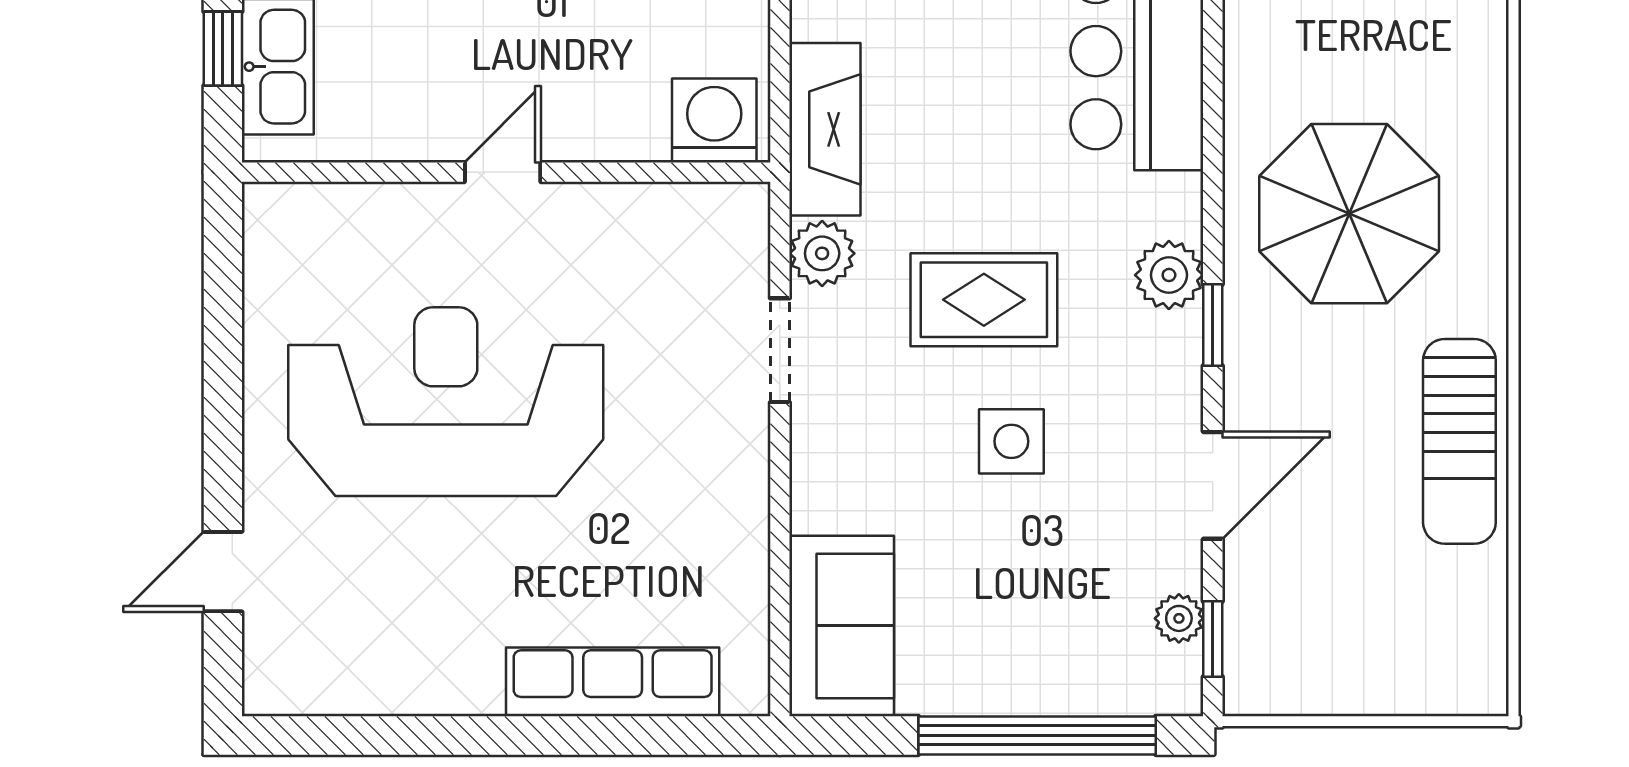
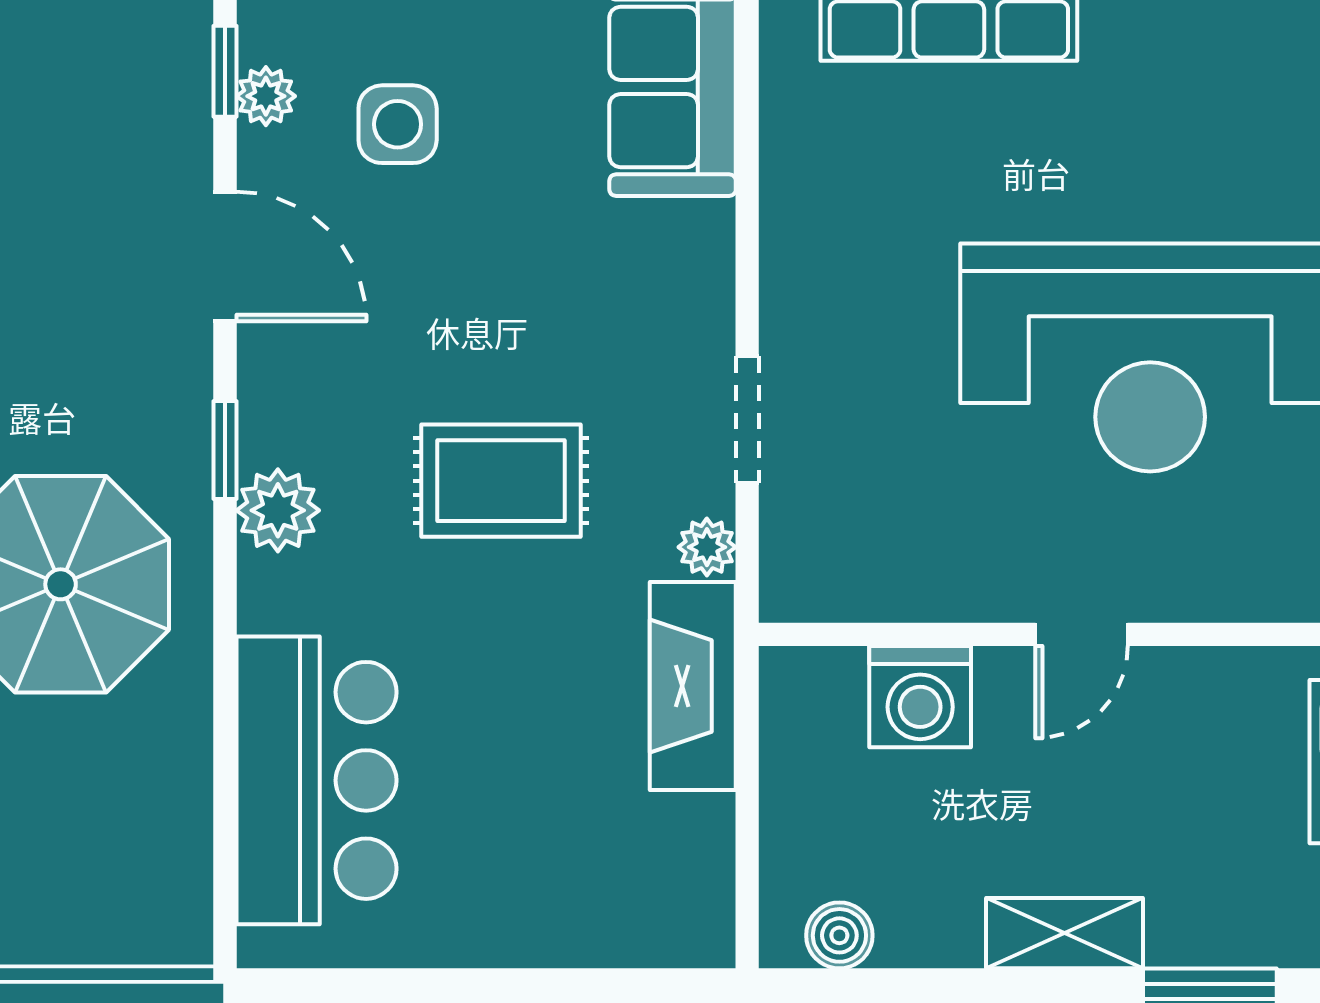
washing machine: (714, 120) -> (920, 697), moved
plant: (822, 253) -> (707, 547), width x0.73, depth x0.73
side table: (1011, 441) -> (398, 124), moved
door: (1213, 485) -> (225, 257), swing flipped

